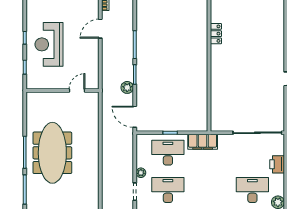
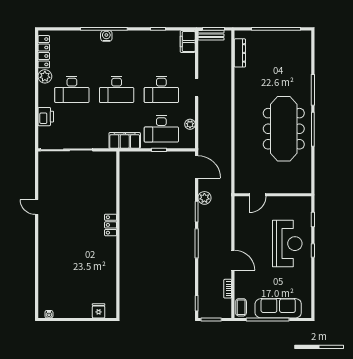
door: (100, 29) -> (233, 260), hinge flipped
locker: (216, 34) -> (111, 225), moved
plant: (141, 173) -> (190, 124), moved
desk: (210, 190) -> (117, 89), added

